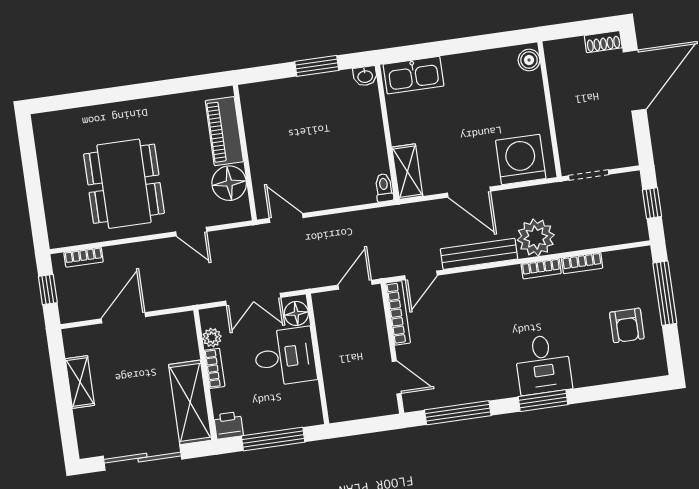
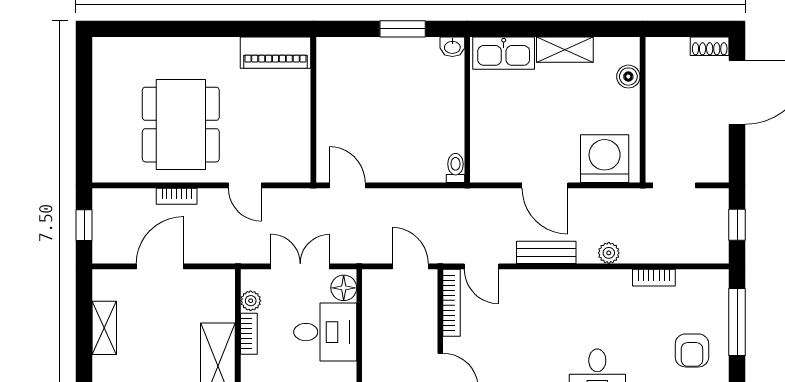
boiler: (529, 60) -> (628, 77), moved
piano: (224, 131) -> (276, 53), moved, turned -90
shelving: (407, 172) -> (565, 50), moved, turned 90
floor lamp: (229, 183) -> (292, 140), removed
plant: (536, 237) -> (609, 253), width x0.53, depth x0.53
bench: (479, 254) -> (546, 252), width x0.73
bookcase: (84, 257) -> (177, 196), moved
bookcase: (541, 269) -> (610, 277), removed
door: (421, 275) -> (482, 266), hinge flipped
door: (355, 285) -> (410, 266), hinge flipped
double door: (253, 299) -> (300, 266), swing flipped

